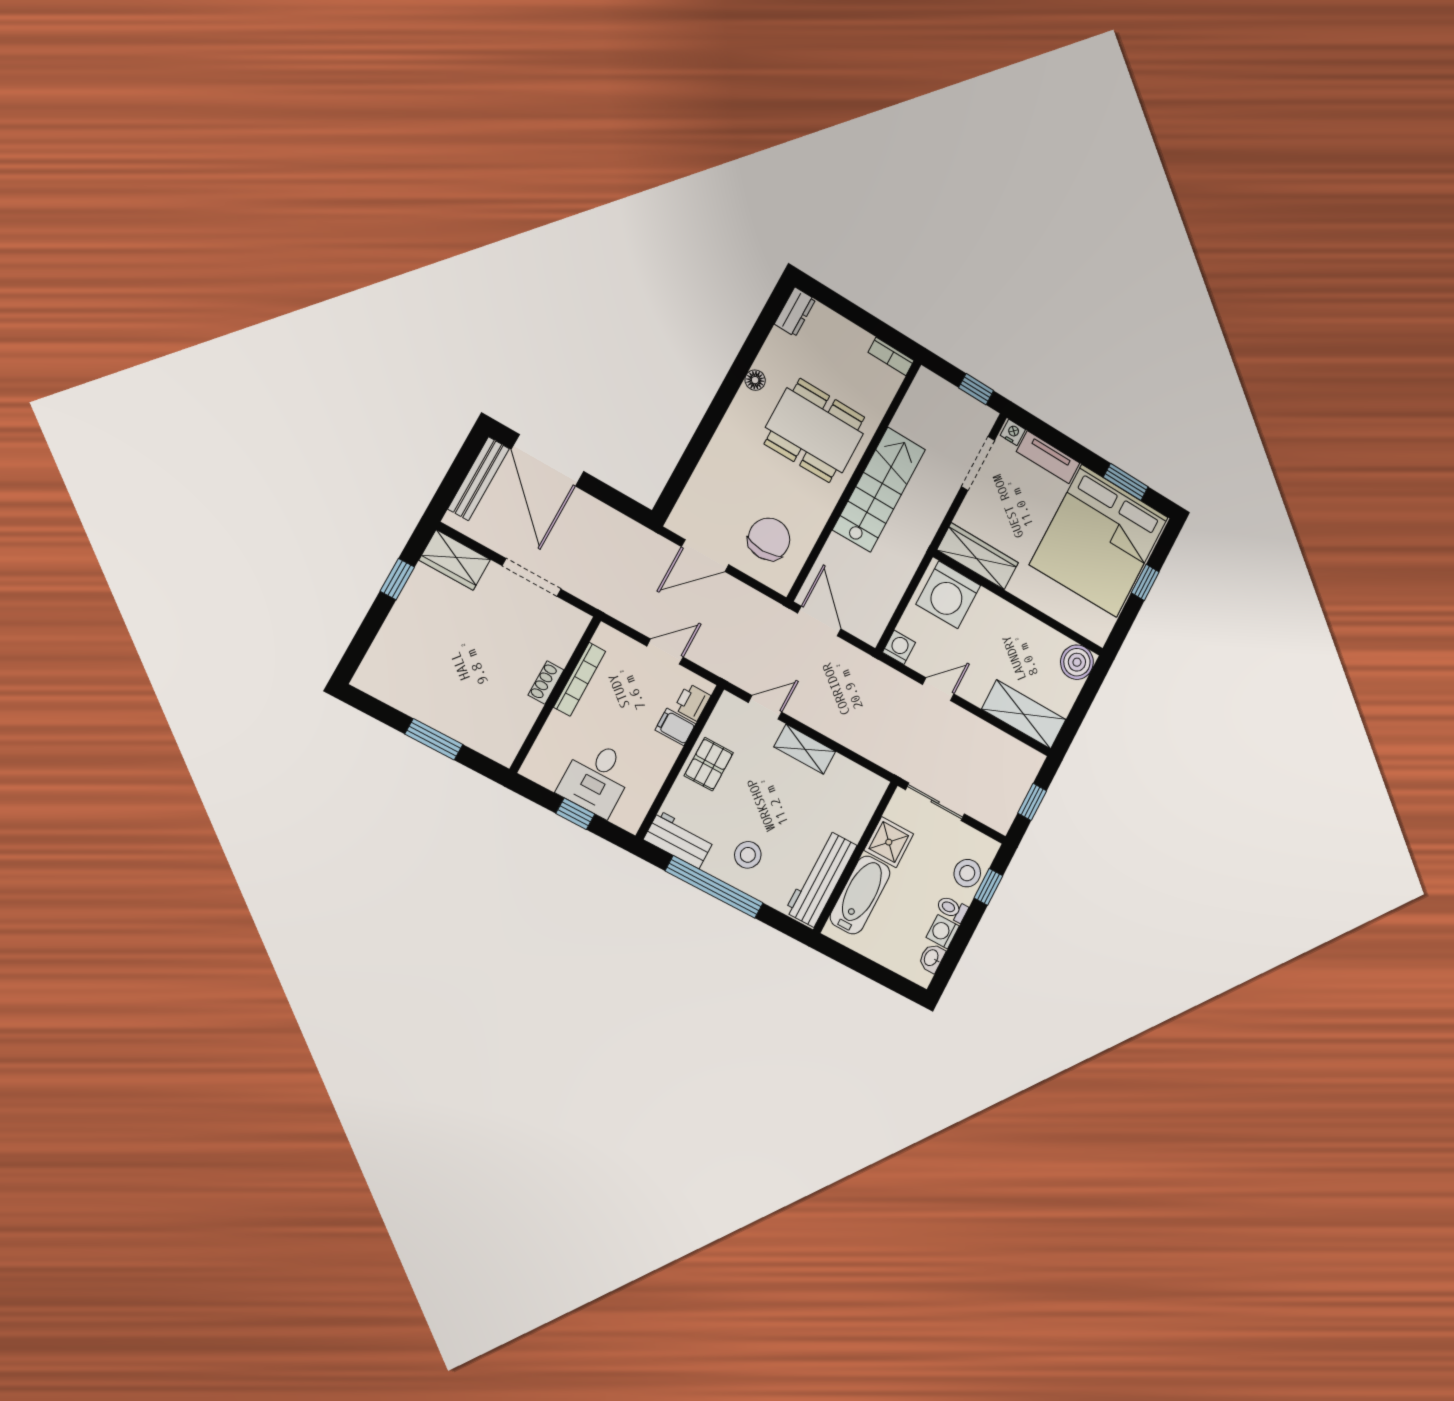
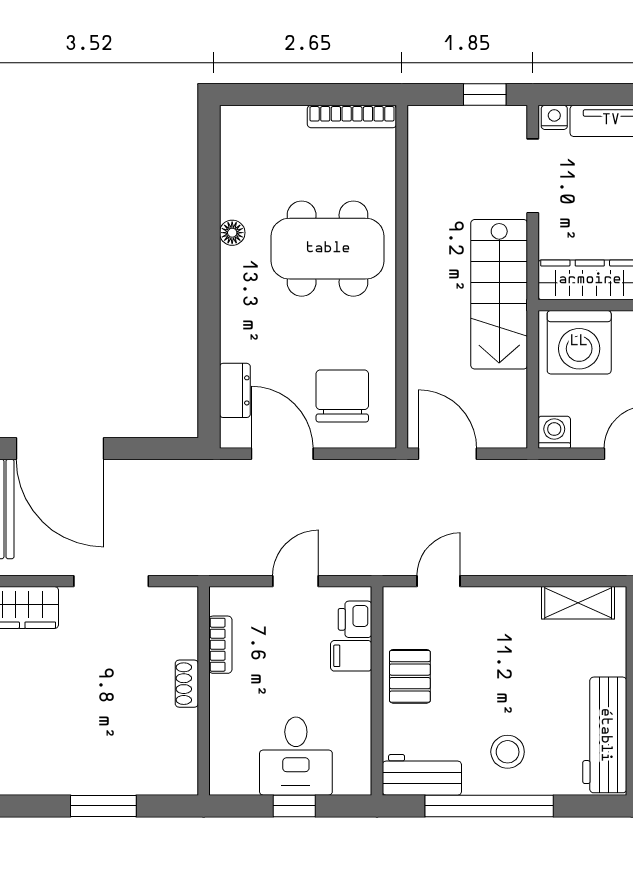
dresser: (795, 312) -> (235, 390), moved
bookcase: (891, 356) -> (352, 117), width x1.56
stairs: (879, 490) -> (499, 294), moved, turned 180
door: (705, 556) -> (282, 454), swing flipped
bookcase: (580, 679) -> (220, 645), width x0.64
shelving: (805, 749) -> (578, 603), moved

